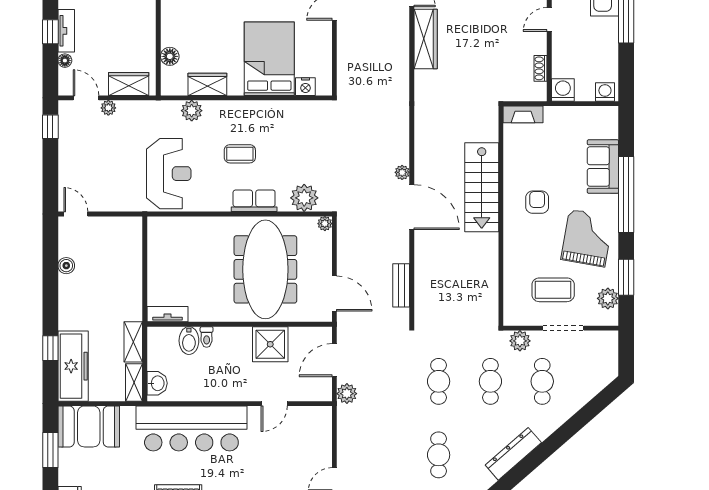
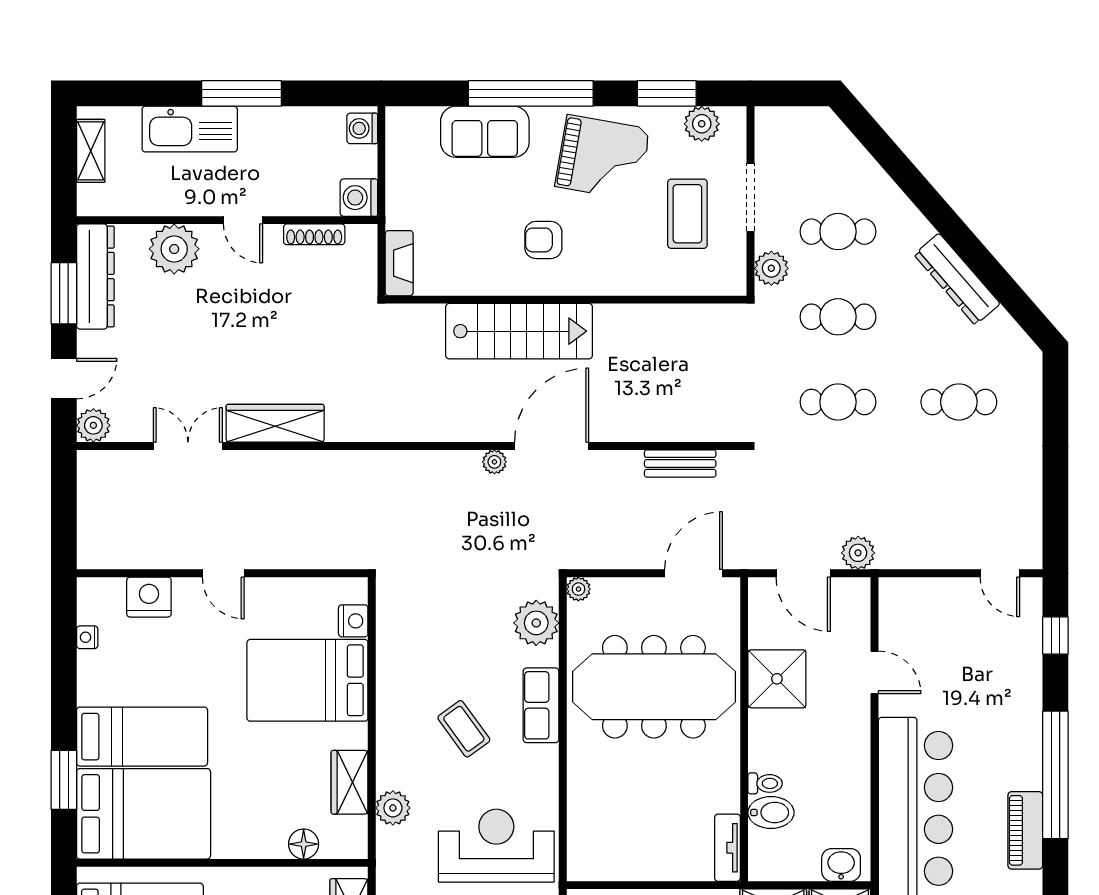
shoe rack: (541, 68) -> (314, 234), width x1.43
coffee table: (240, 154) -> (464, 729), turned -36
grand piano: (587, 238) -> (603, 158), turned 180

